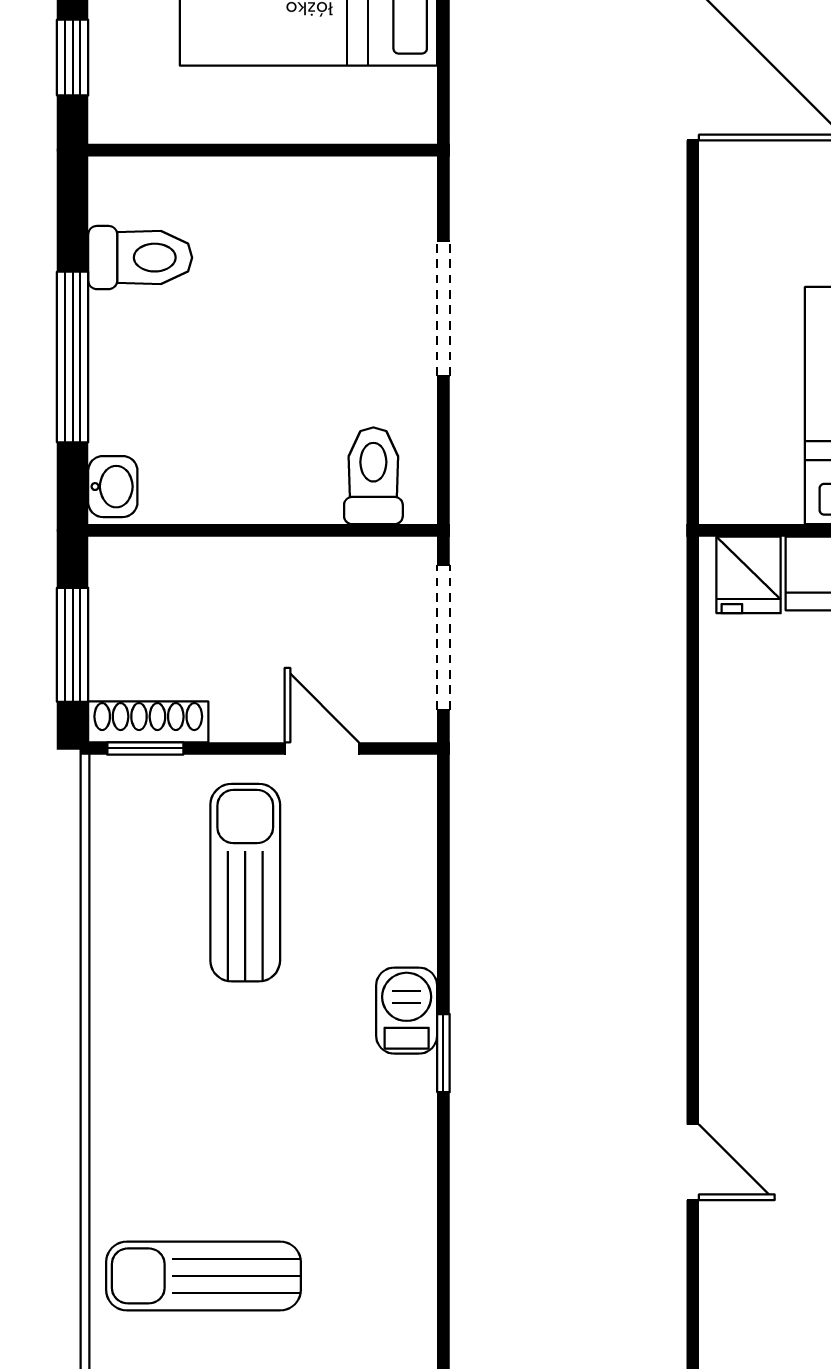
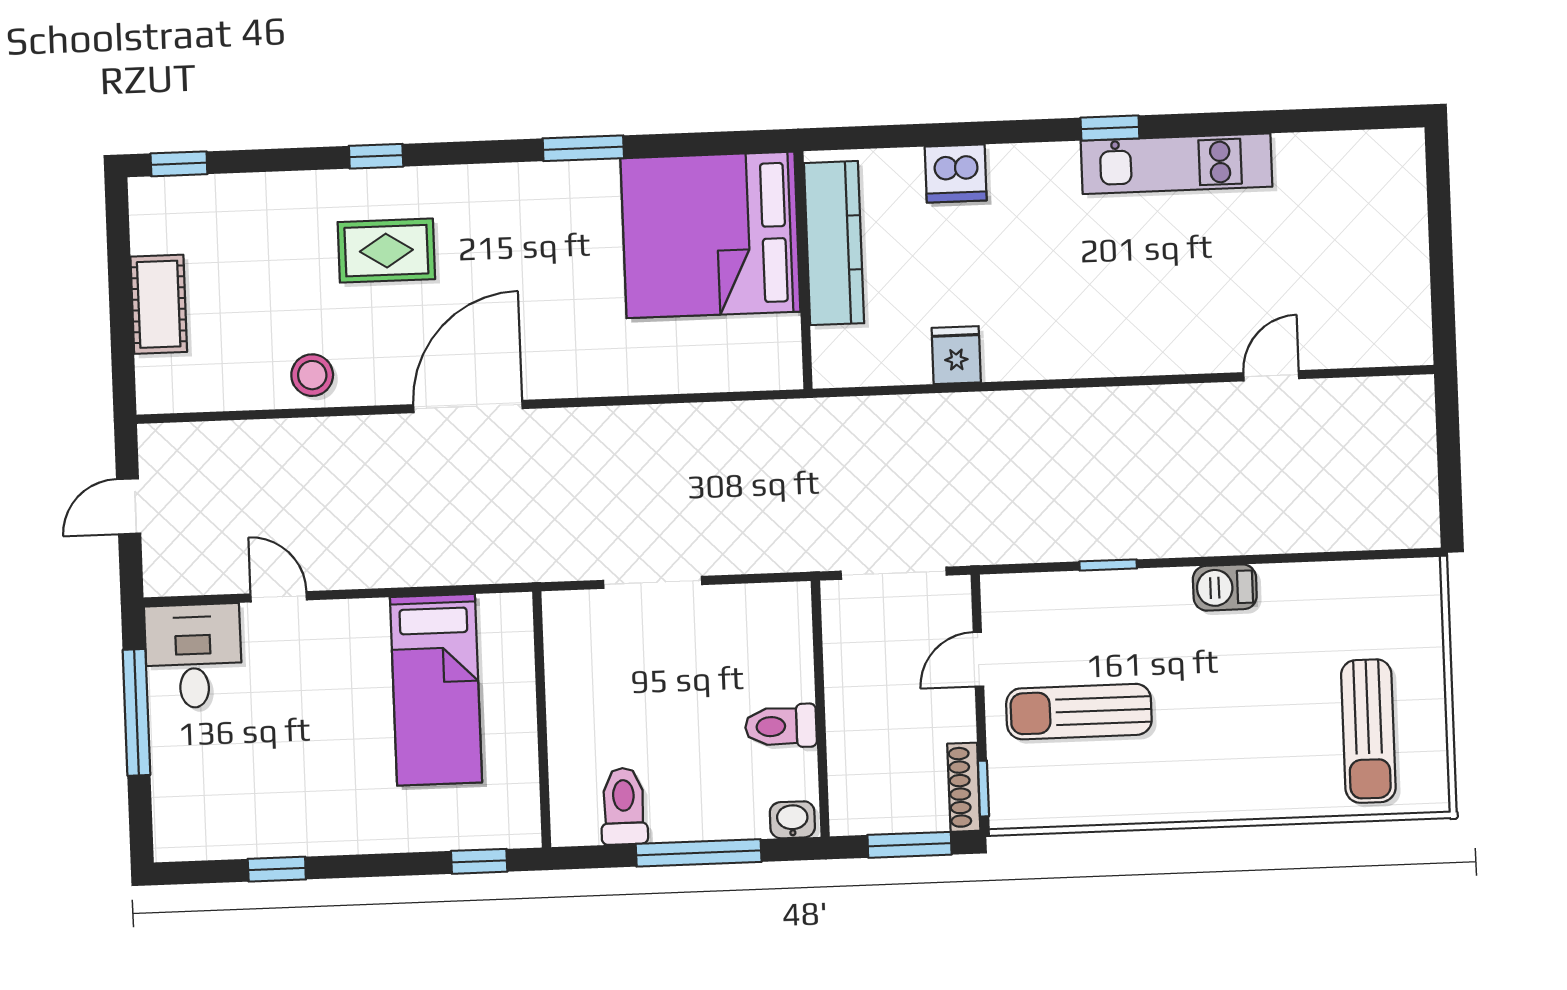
toilet: (373, 476) -> (781, 726), moved
fridge: (749, 575) -> (956, 355), moved, turned -90
barbecue: (407, 1011) -> (1225, 588), moved
window: (443, 1053) -> (1108, 565), moved

